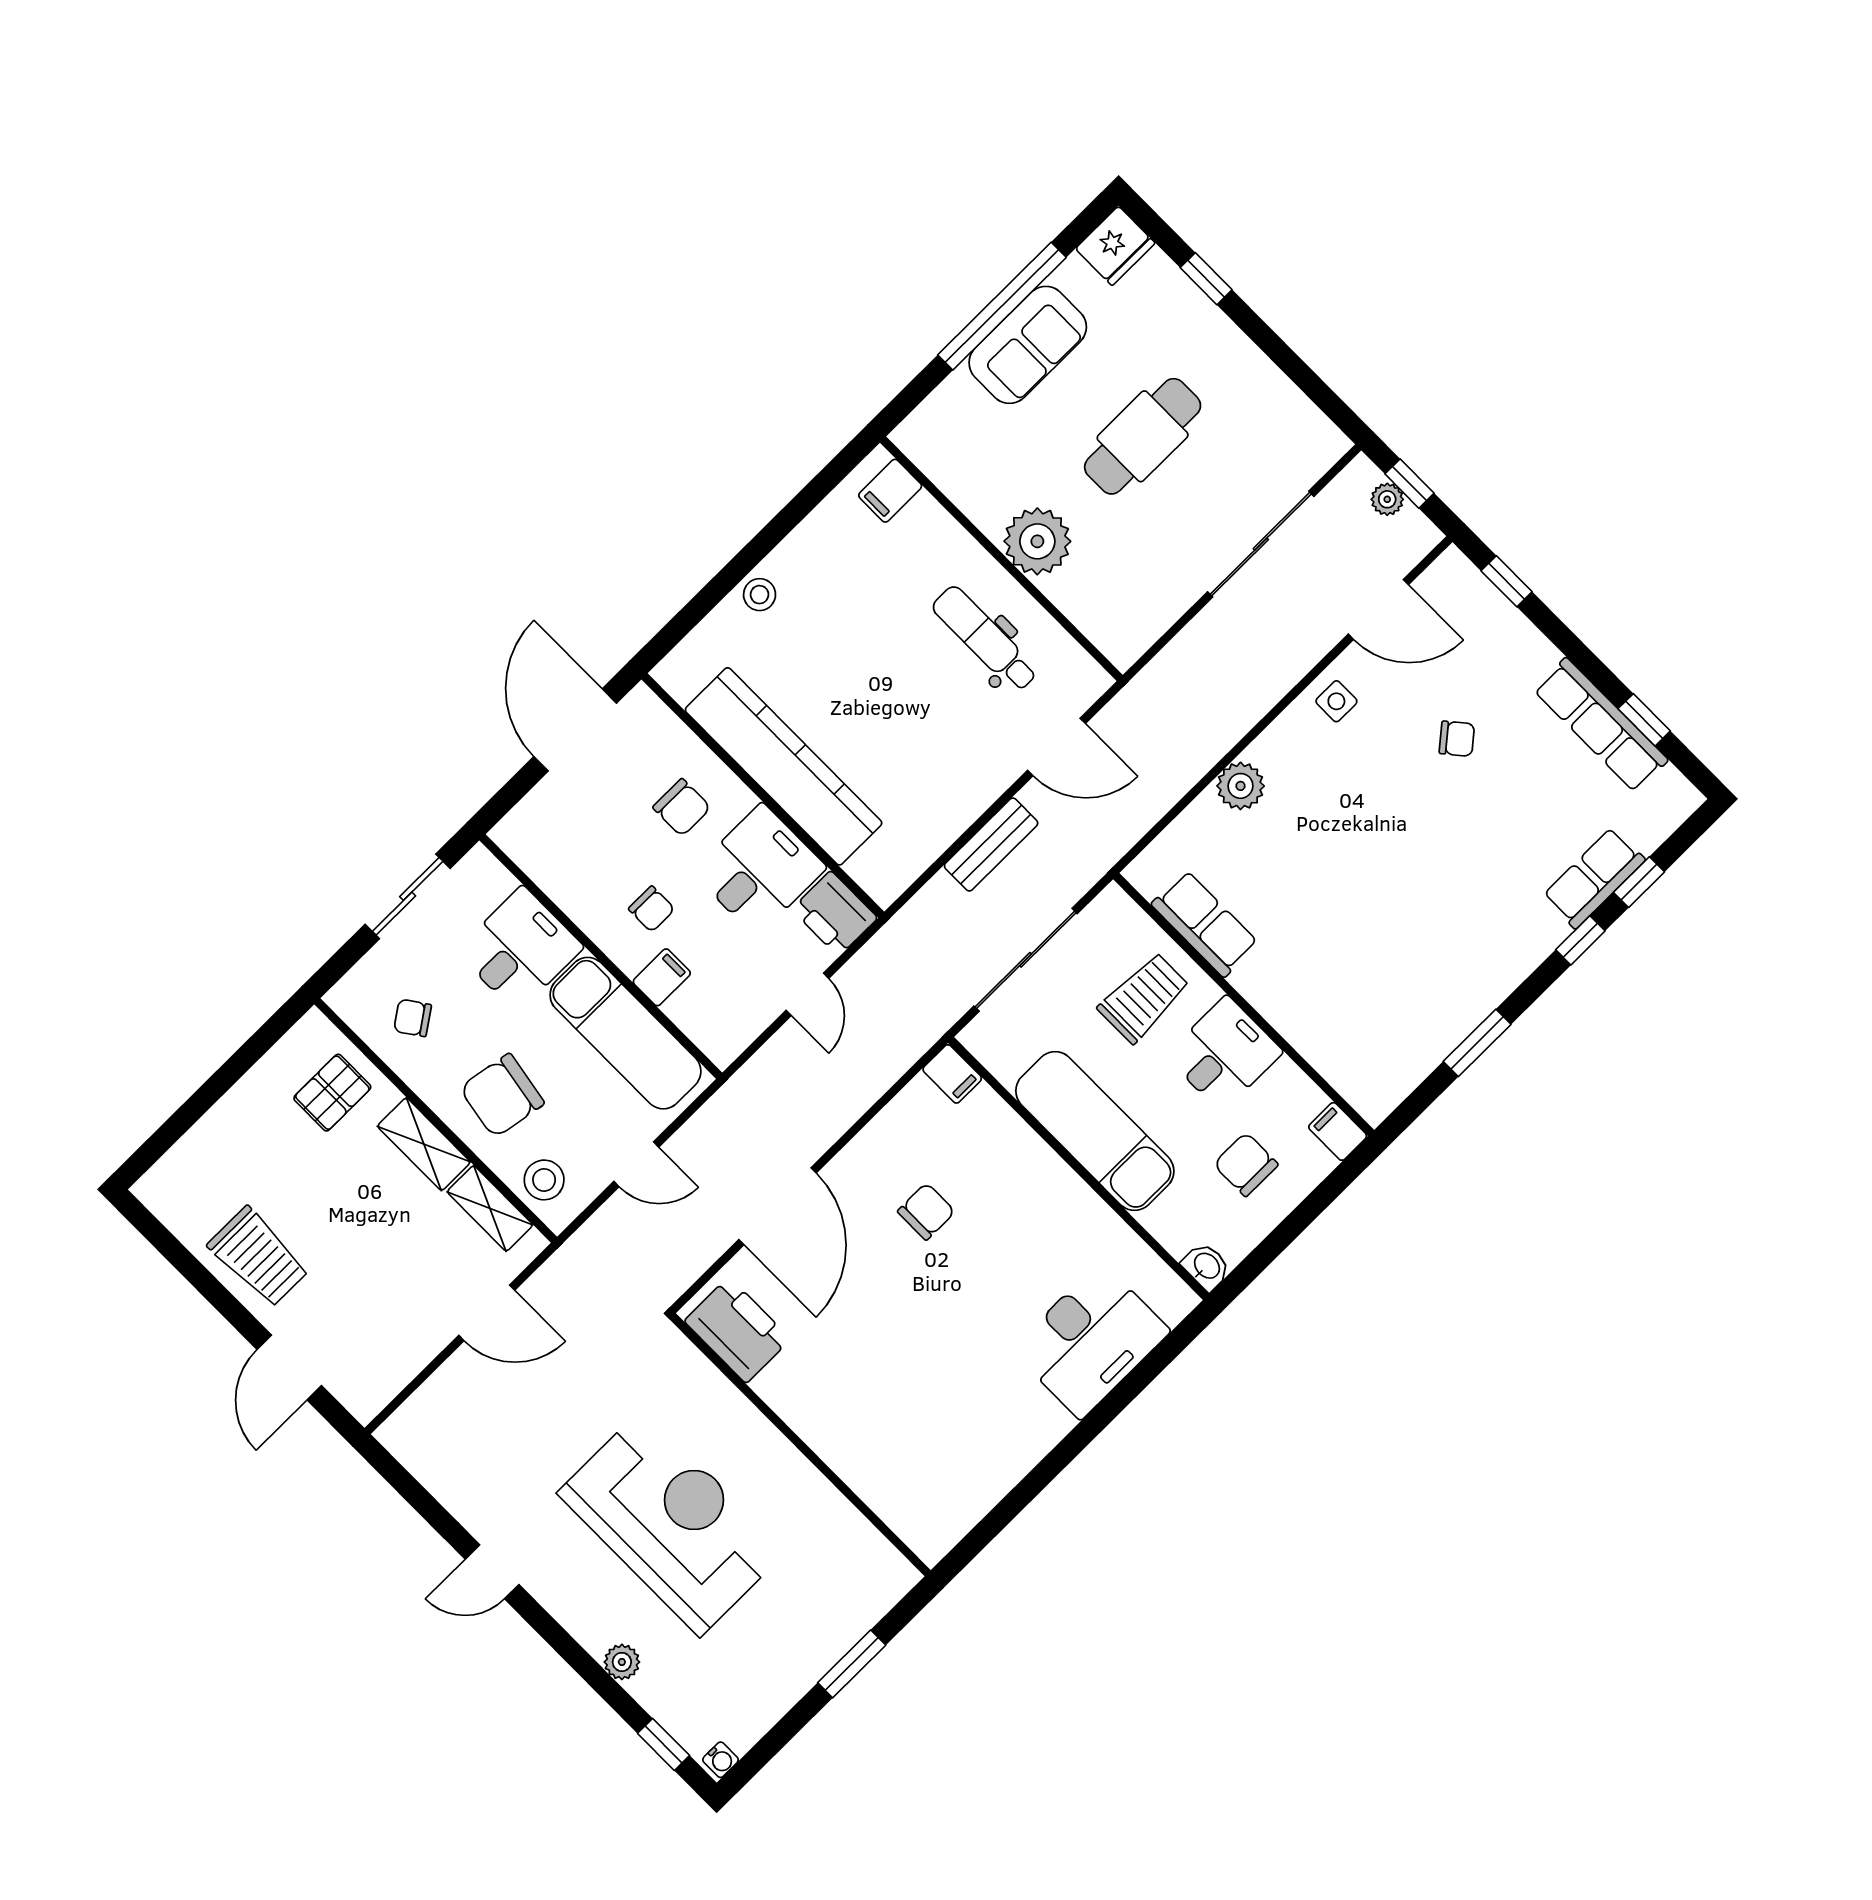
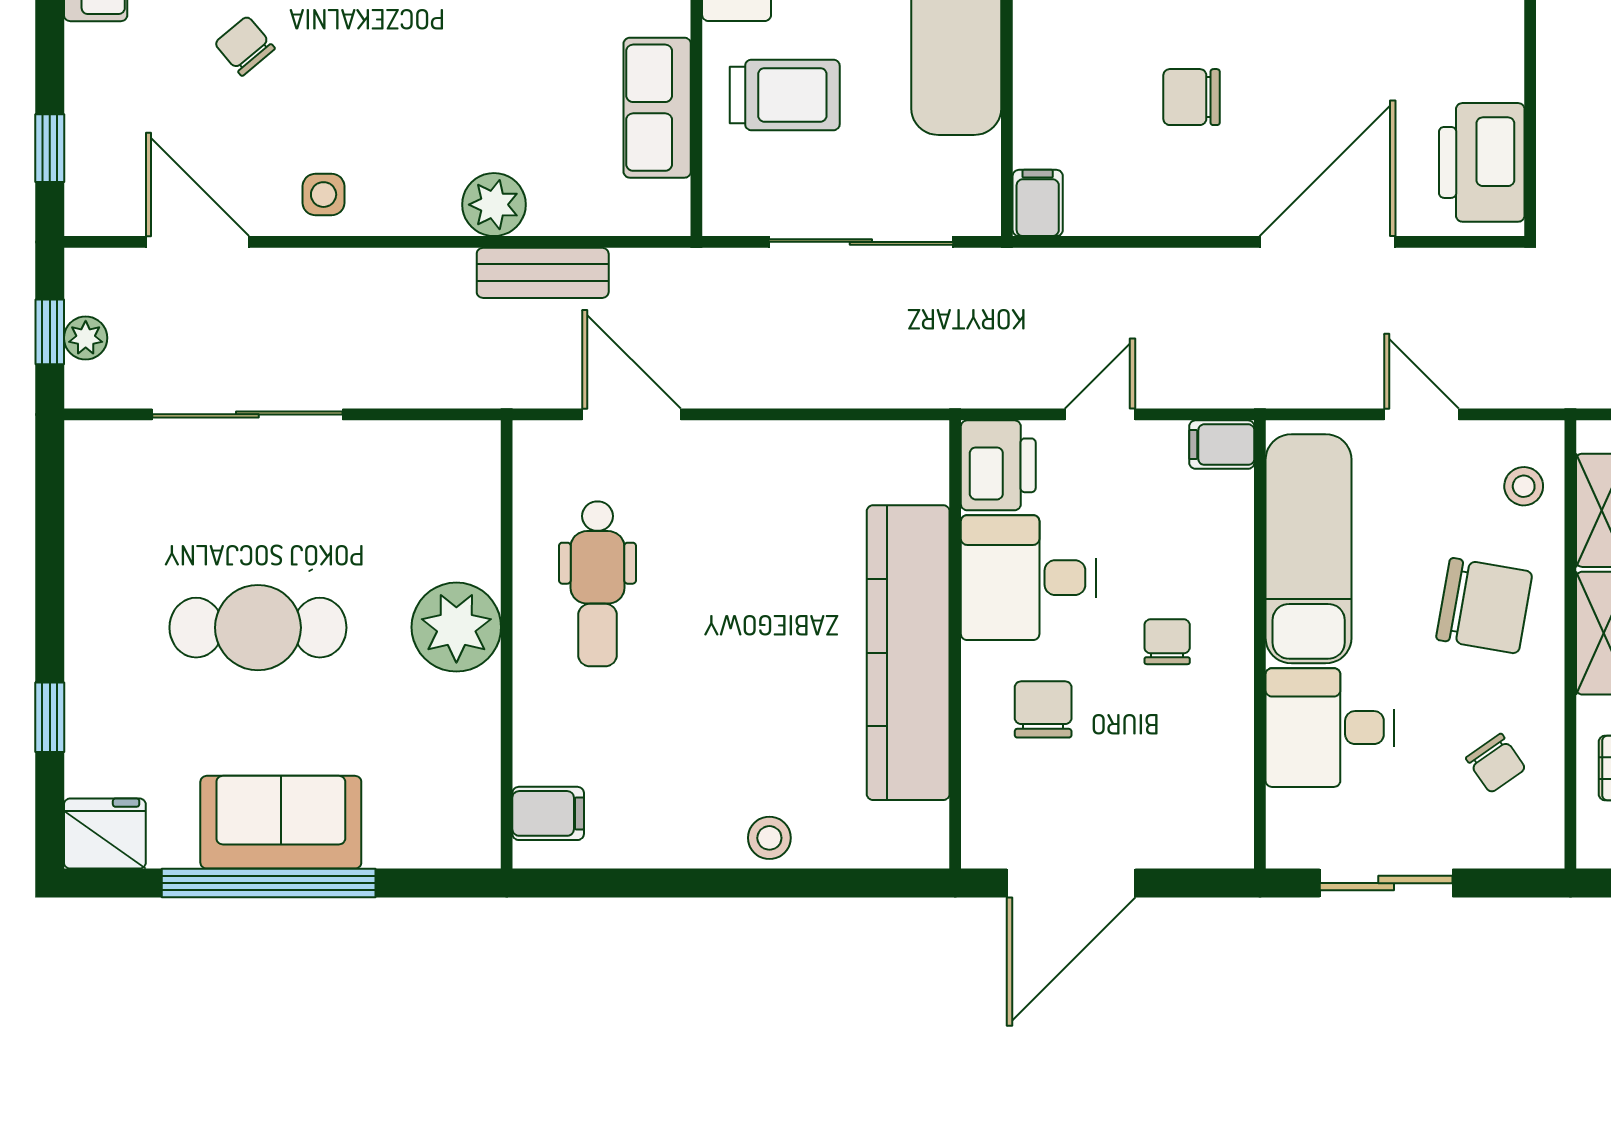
bench: (991, 845) -> (543, 273), moved
filing cabinet: (662, 977) -> (1222, 445), moved
trolley: (1144, 998) -> (785, 95), turned 180
stool: (544, 1180) -> (1524, 486), width x0.73, depth x0.73

